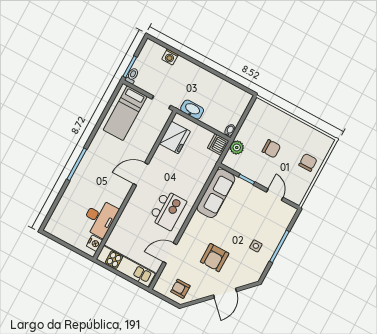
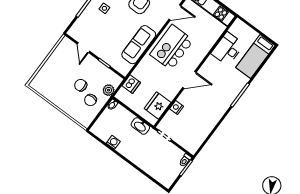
washing machine: (170, 57) -> (113, 142), moved
bed: (125, 113) -> (255, 57), moved, turned 180
dishwasher: (218, 144) -> (131, 84), moved
chair: (308, 162) -> (91, 100), moved
sofa: (216, 193) -> (139, 45), moved
kitchen island: (168, 210) -> (172, 47), width x1.37, depth x1.28
nightstand: (95, 243) -> (177, 107), moved

